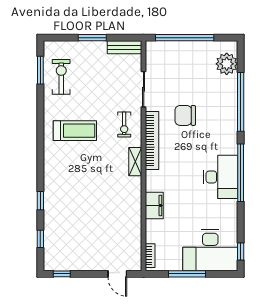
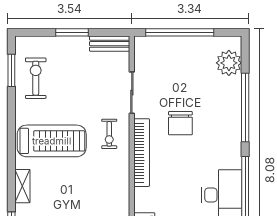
chair: (185, 115) -> (180, 123), turned -90
treadmill: (75, 131) -> (52, 141), width x1.37, depth x1.38
shelving: (135, 162) -> (22, 186), moved

